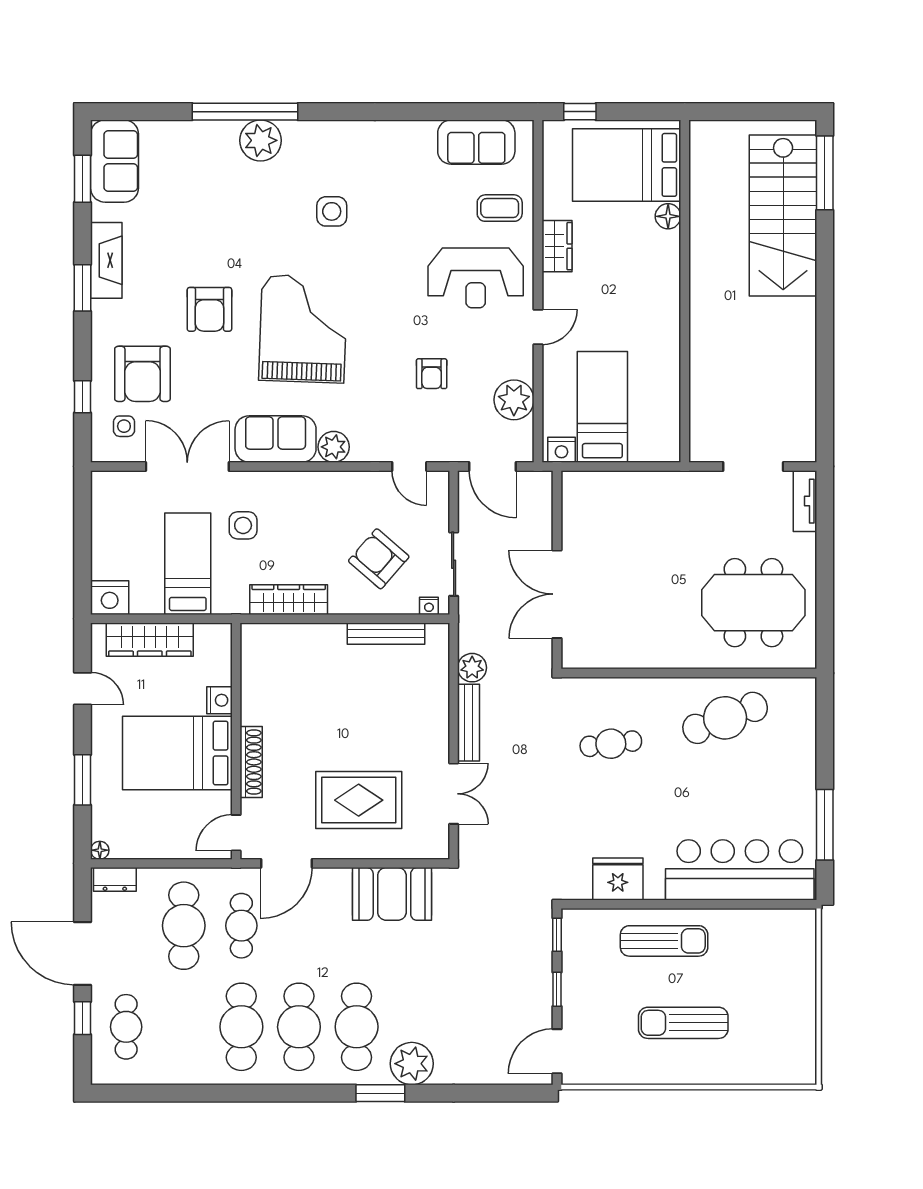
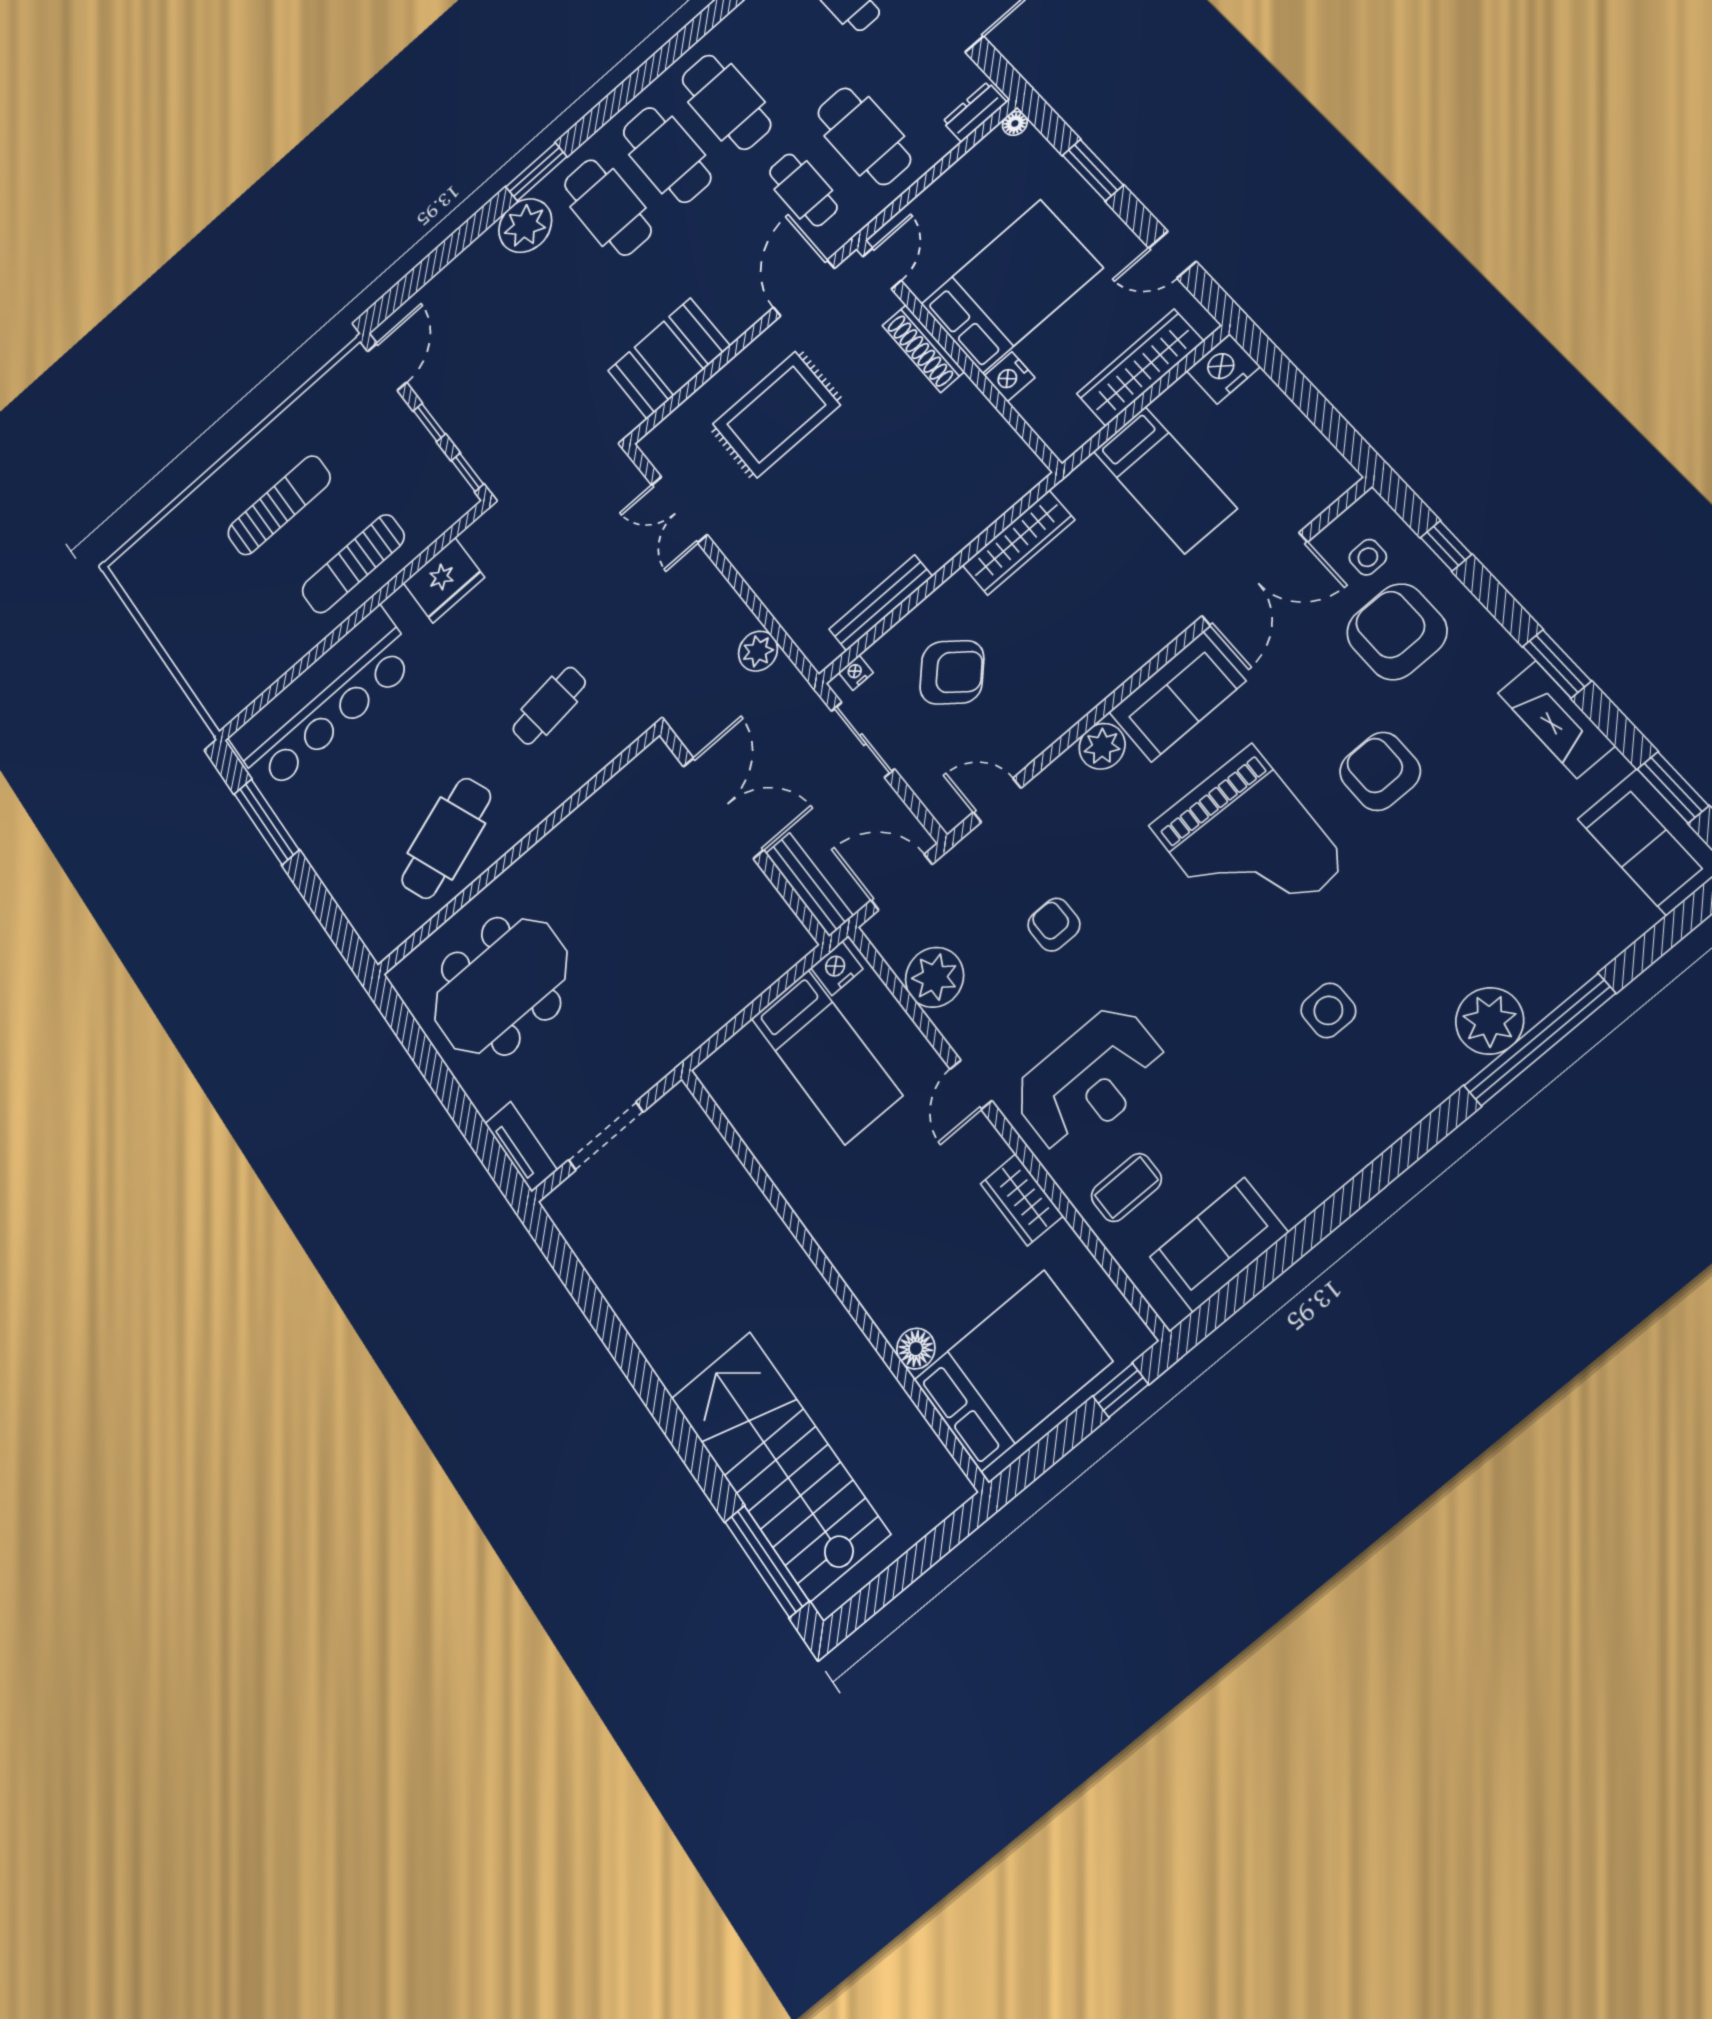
reception desk: (476, 278) -> (1090, 1079), turned 180
side table: (243, 525) -> (1136, 573), removed
bench: (469, 723) -> (809, 884), moved

